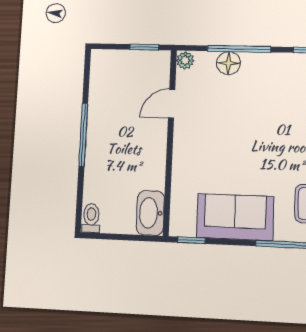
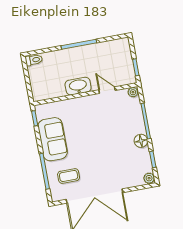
floor lamp: (228, 63) -> (141, 141), moved
washbasin: (150, 213) -> (78, 86), moved

